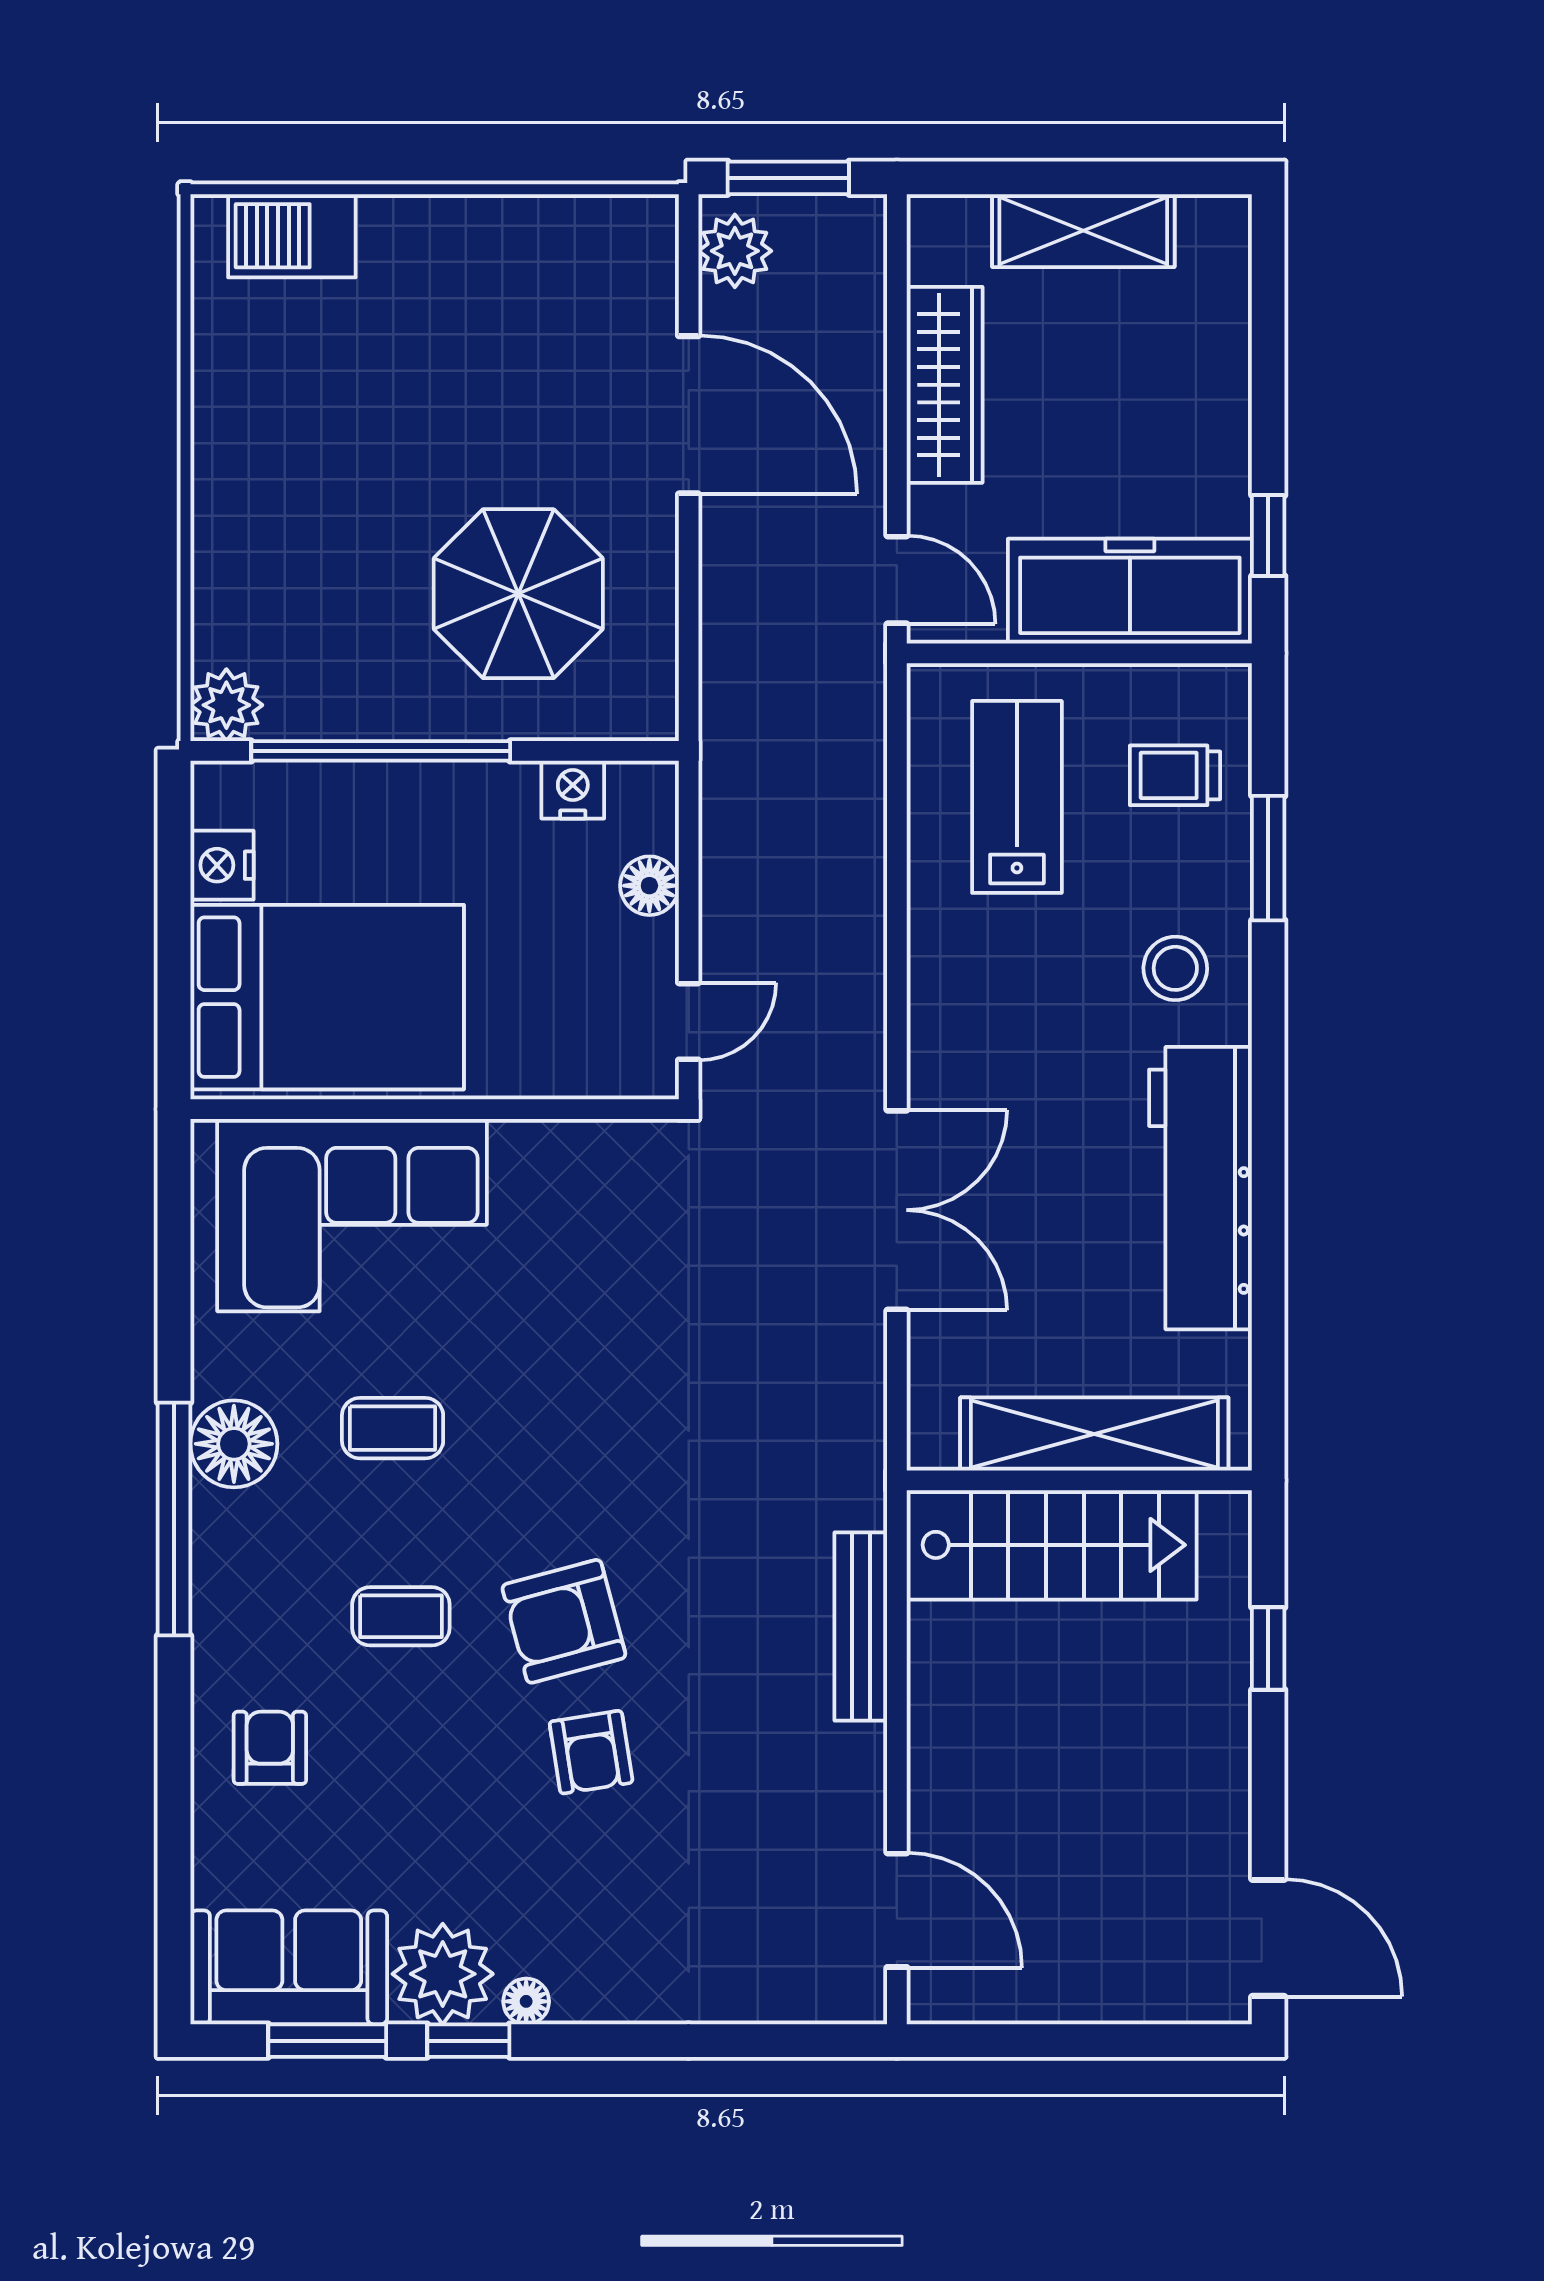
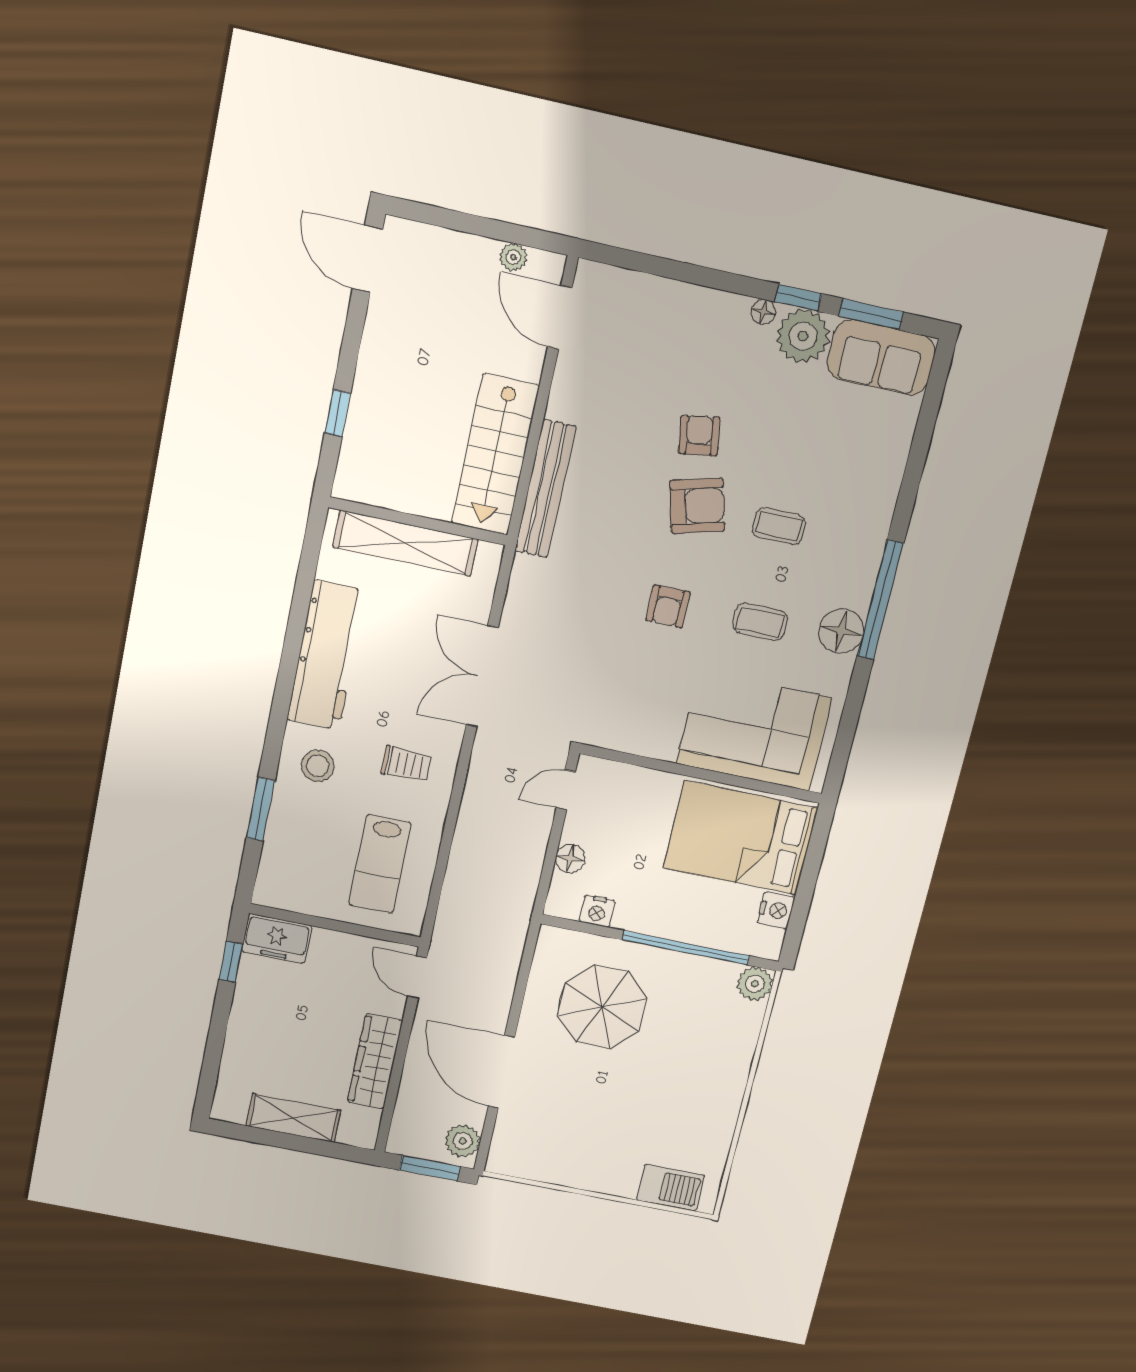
freezer: (1130, 591) -> (277, 939), width x0.52, depth x0.79
trolley: (1175, 775) -> (406, 764), moved
stairs: (1052, 1545) -> (495, 455), moved, turned -90
bench: (861, 1626) -> (545, 489), width x1.37, depth x1.21
armchair: (270, 1748) -> (668, 606), moved
plant: (1005, 1999) -> (513, 257), added

